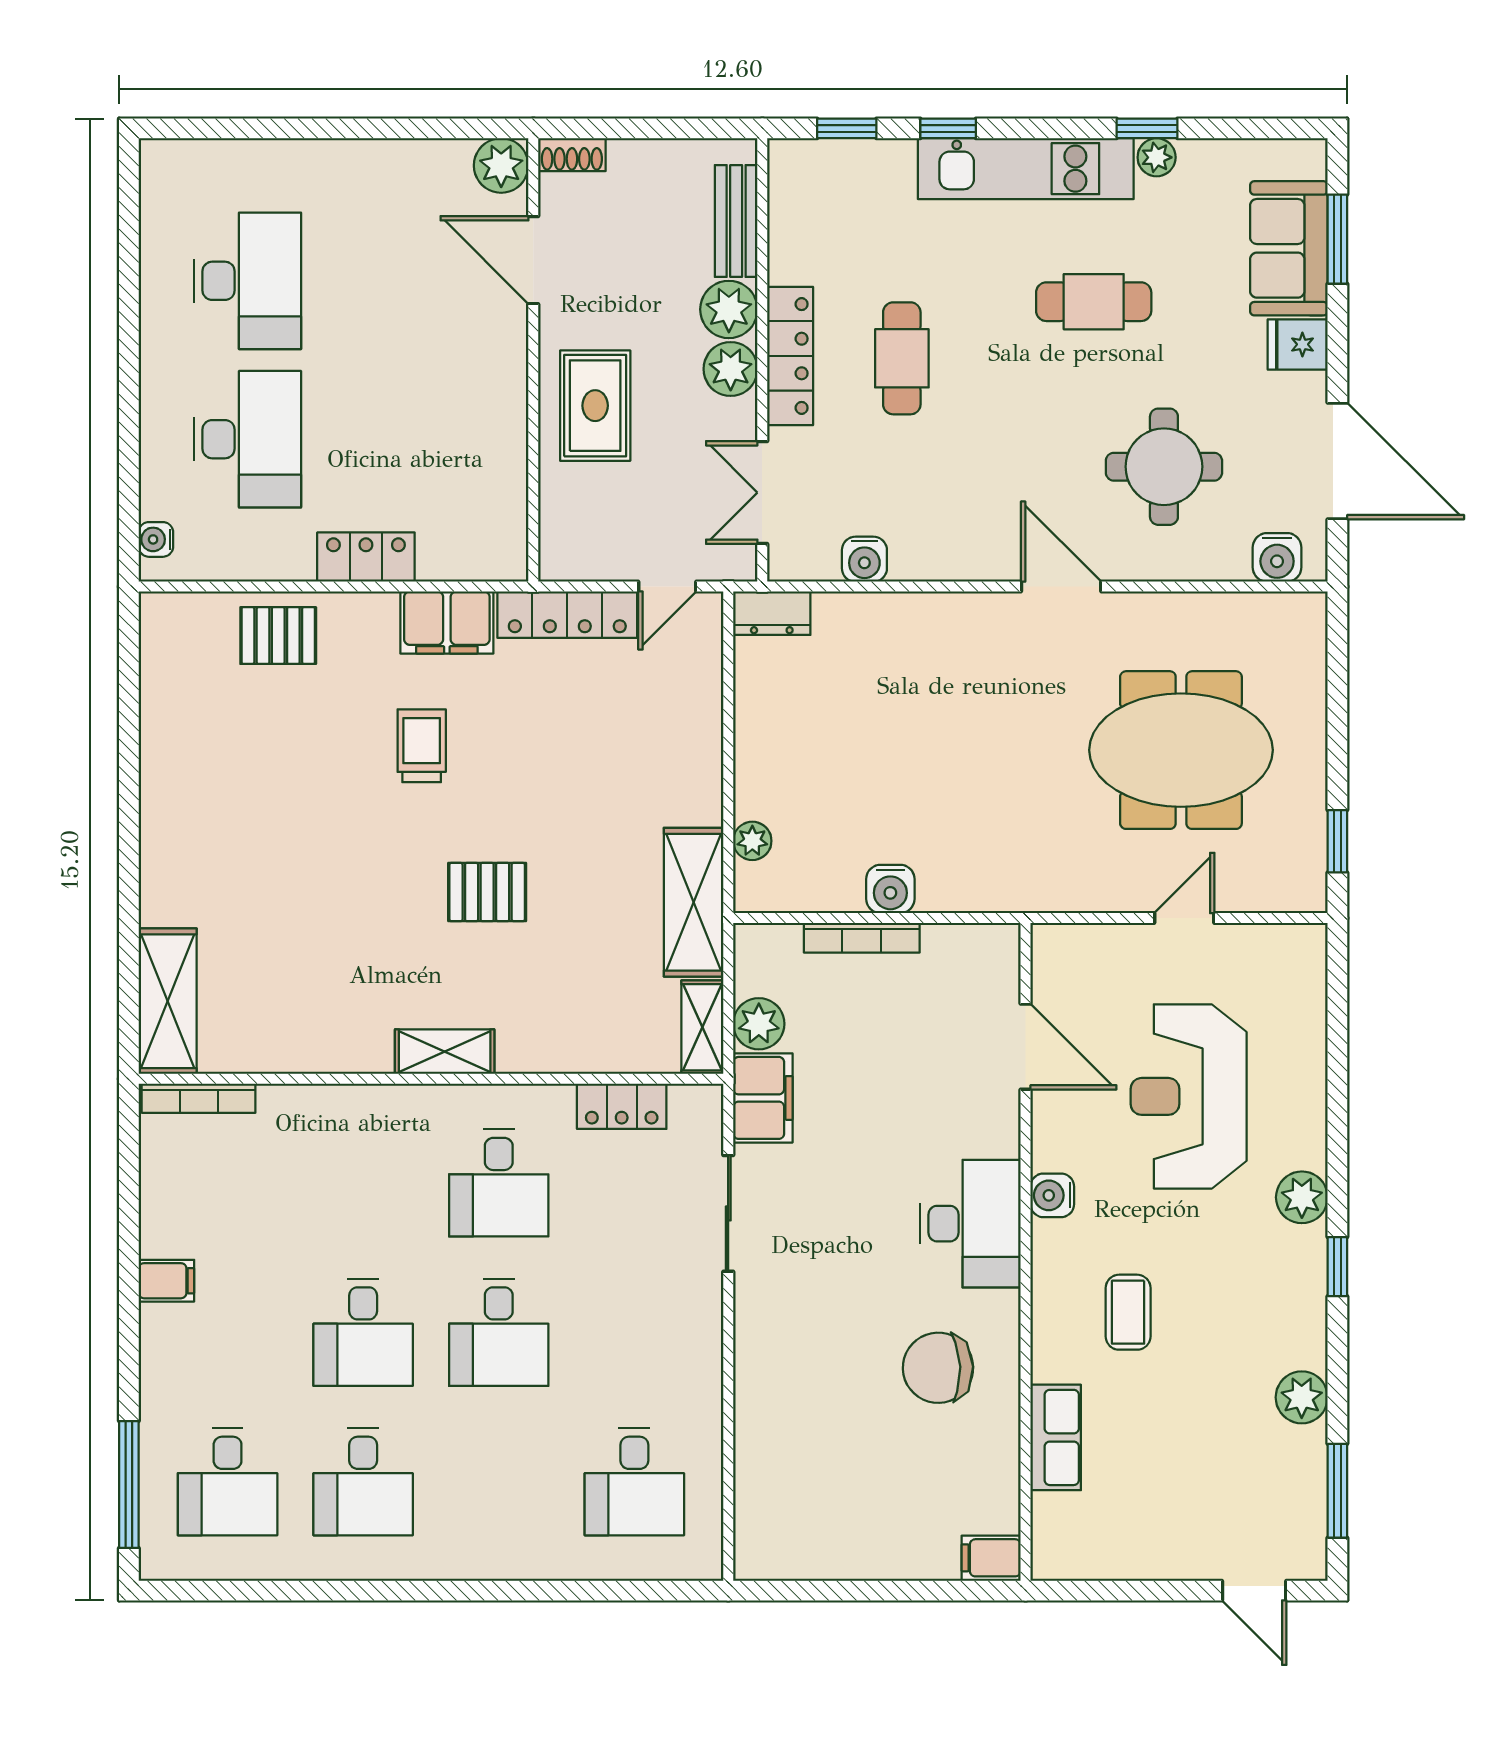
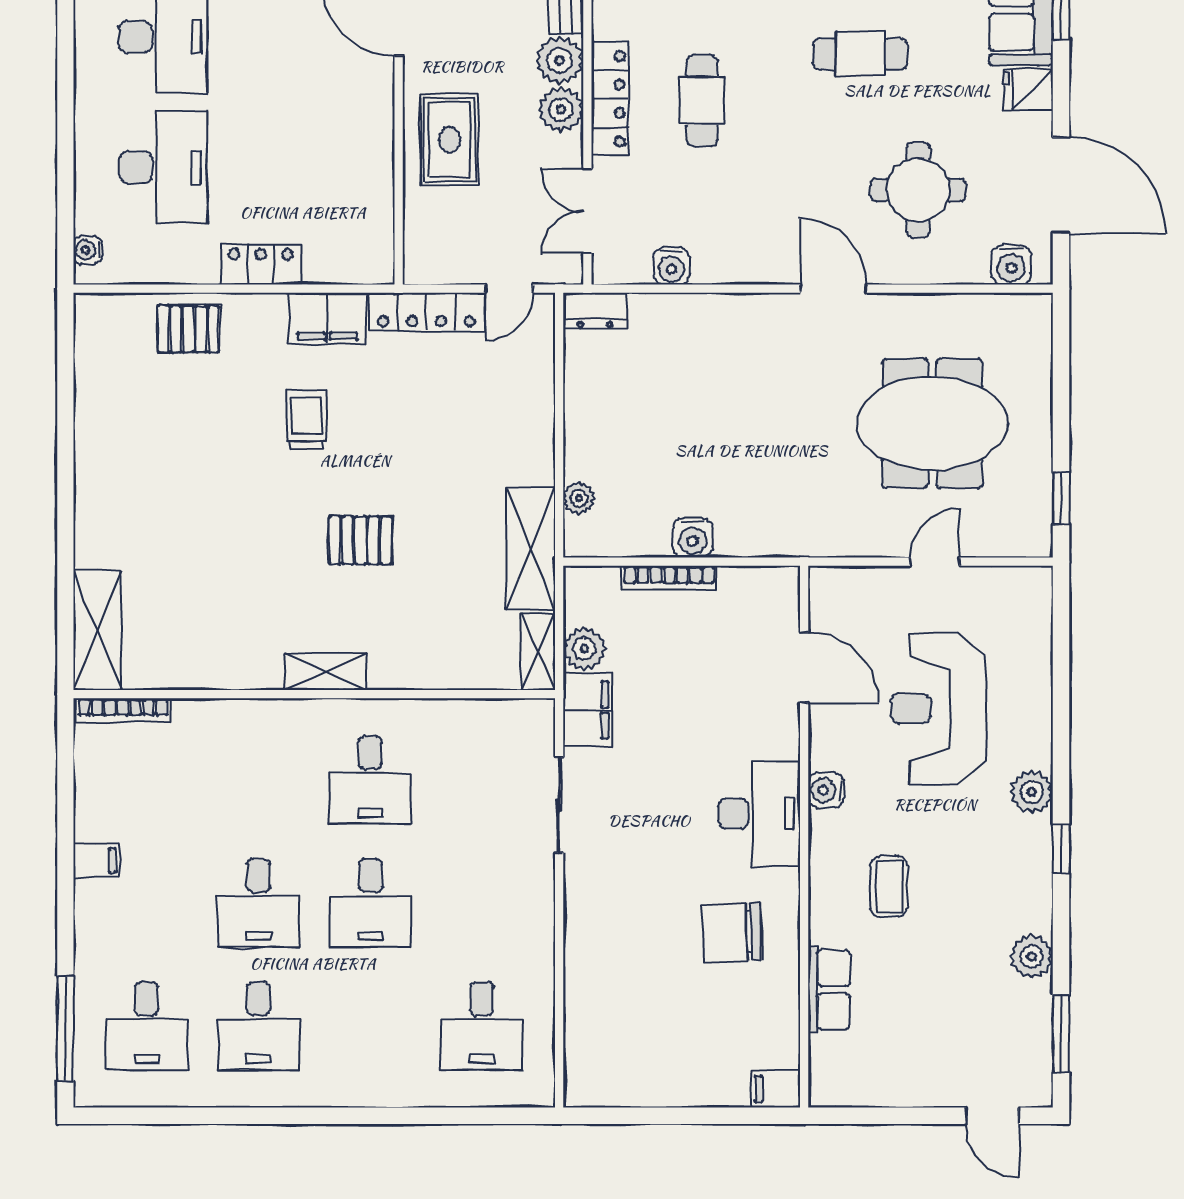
locker: (622, 1106) -> (471, 717), removed

